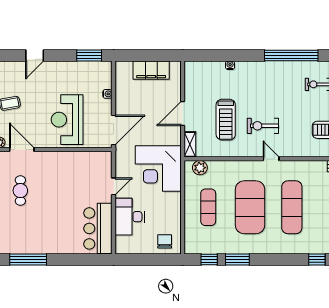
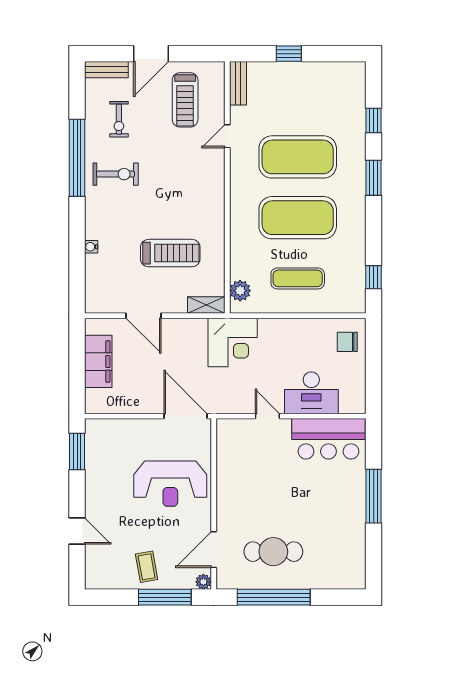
water cooler: (107, 94) -> (133, 425), removed
door: (183, 113) -> (143, 316), moved
exercise bike: (263, 126) -> (116, 174), moved, turned -90
door: (271, 159) -> (227, 136), moved
corner desk: (158, 169) -> (233, 342), width x0.74, depth x0.74
cafe table: (20, 191) -> (273, 552), width x1.37, depth x1.35
exercise mat: (292, 207) -> (298, 157), width x1.47
window: (28, 259) -> (374, 496), moved
window: (237, 259) -> (374, 178), moved

